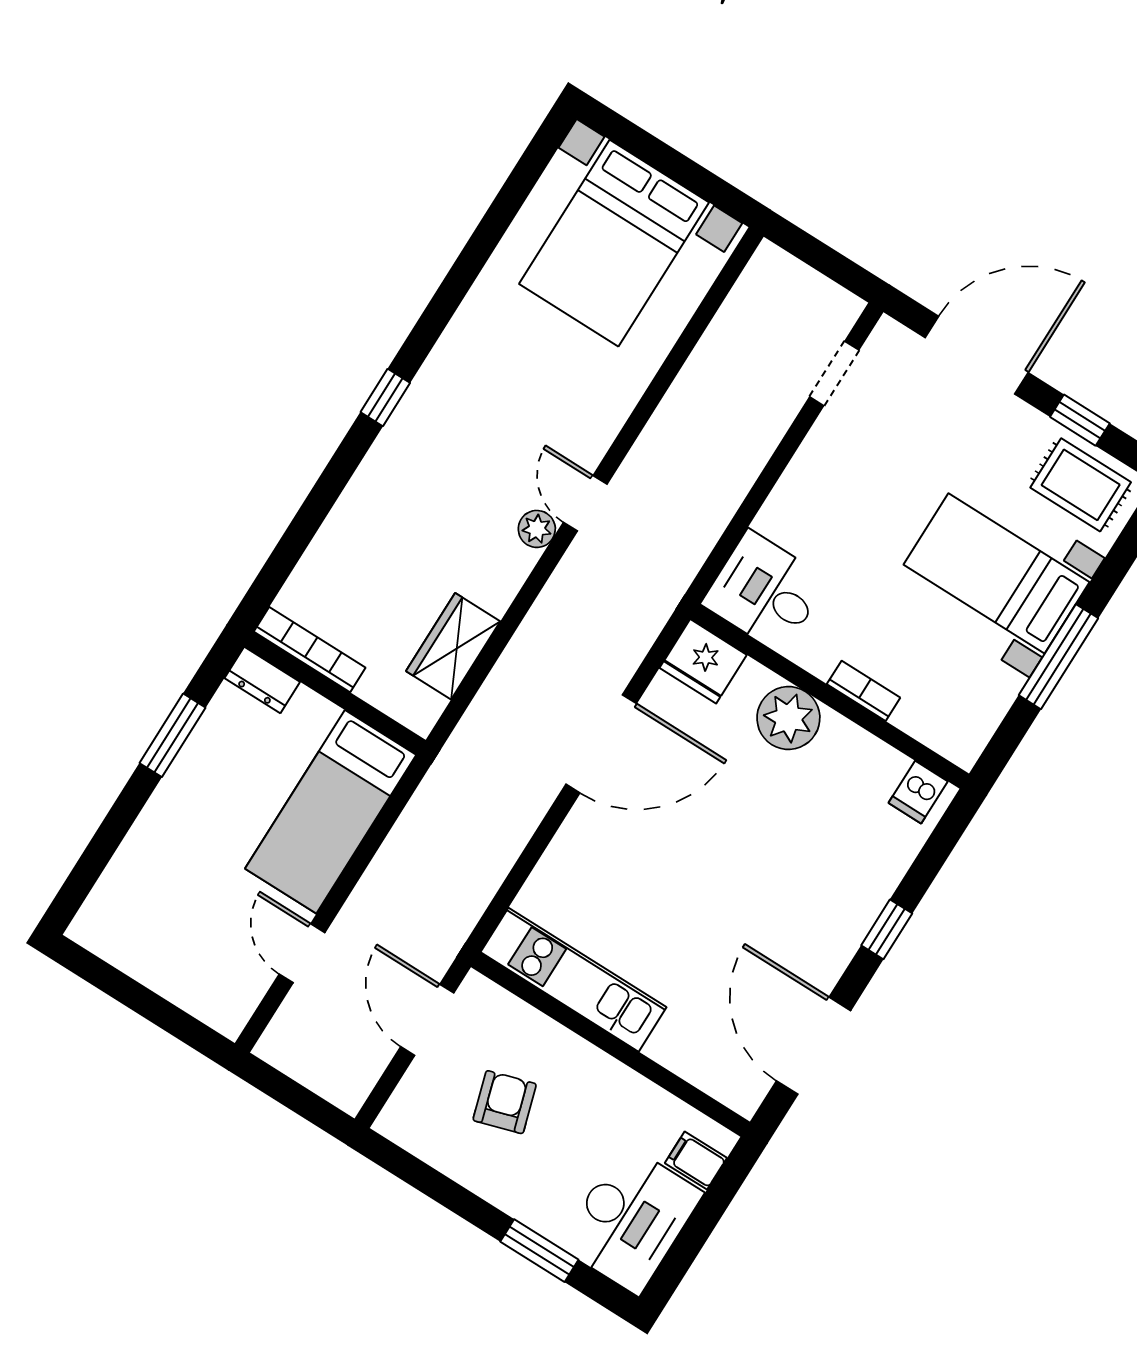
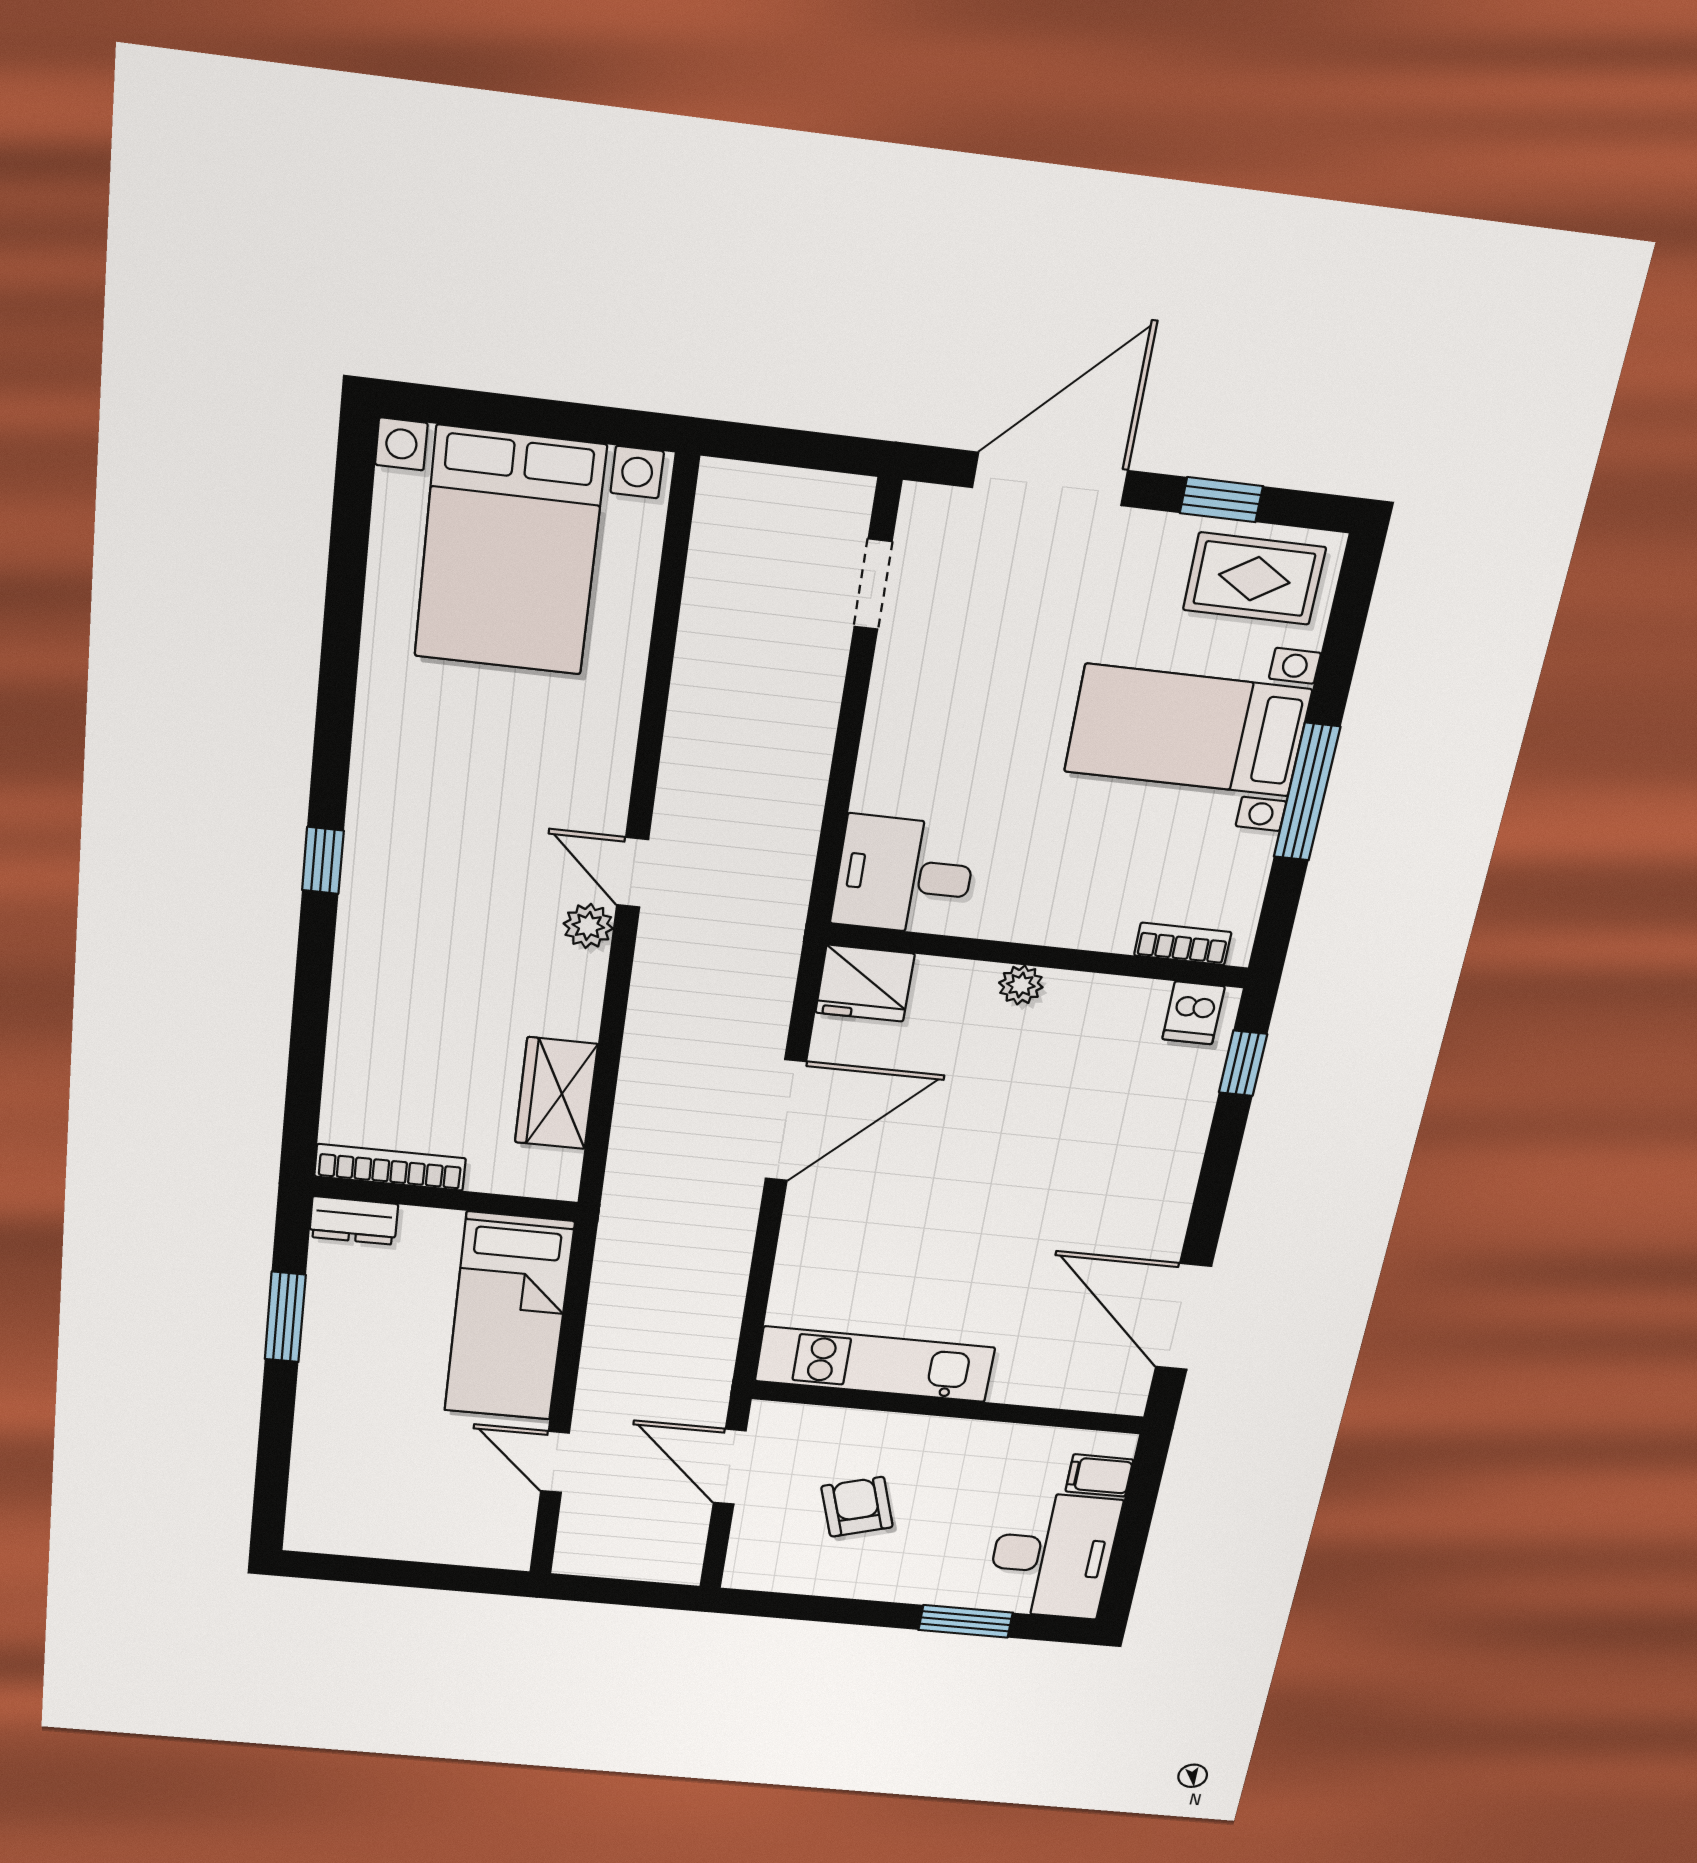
bookcase: (864, 691) -> (1183, 944), moved
plant: (788, 718) -> (1021, 985), width x0.53, depth x0.53
window: (887, 929) -> (1243, 1063), moved

